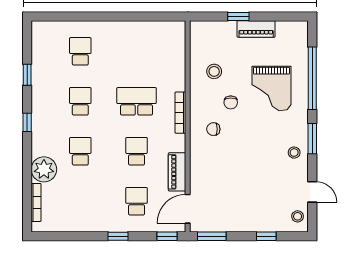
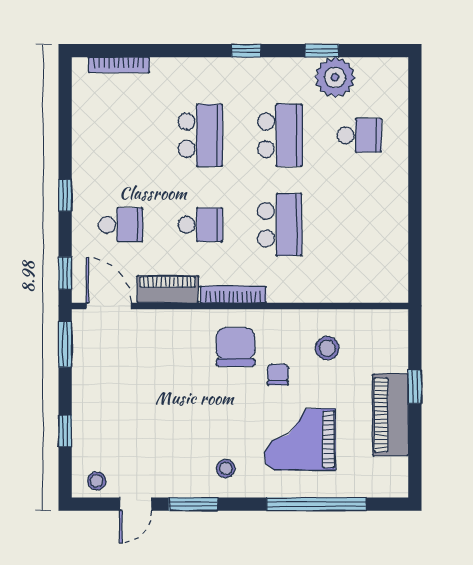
piano: (256, 29) -> (390, 415), width x1.37, depth x1.33
school desk: (80, 101) -> (280, 135), width x1.85
chair: (231, 102) -> (278, 375), turned 90
bookcase: (180, 113) -> (233, 294), moved
chair: (213, 129) -> (236, 347), width x1.87, depth x1.87
window: (312, 139) -> (193, 504), moved
school desk: (80, 151) -> (200, 135), width x1.85
stool: (294, 153) -> (226, 469), moved
plant: (44, 169) -> (335, 77), moved

